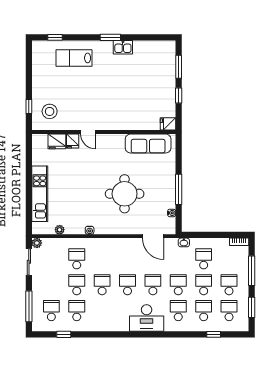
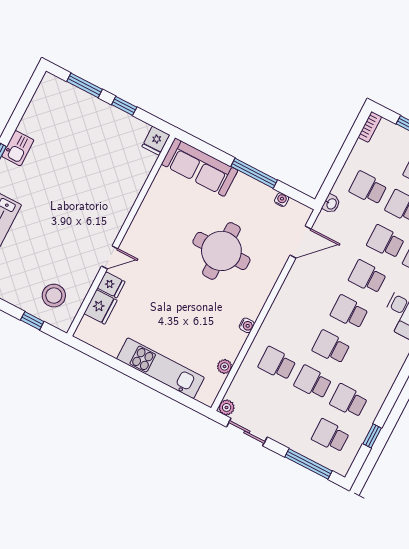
sofa: (148, 144) -> (200, 167), moved, turned 90

